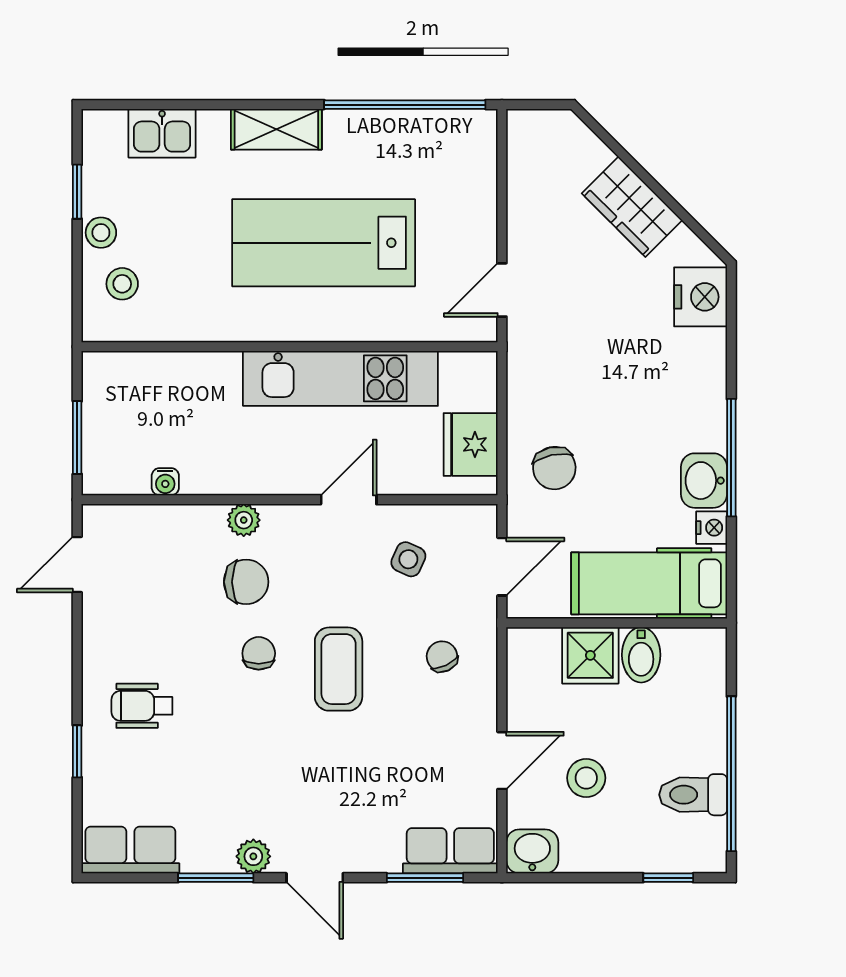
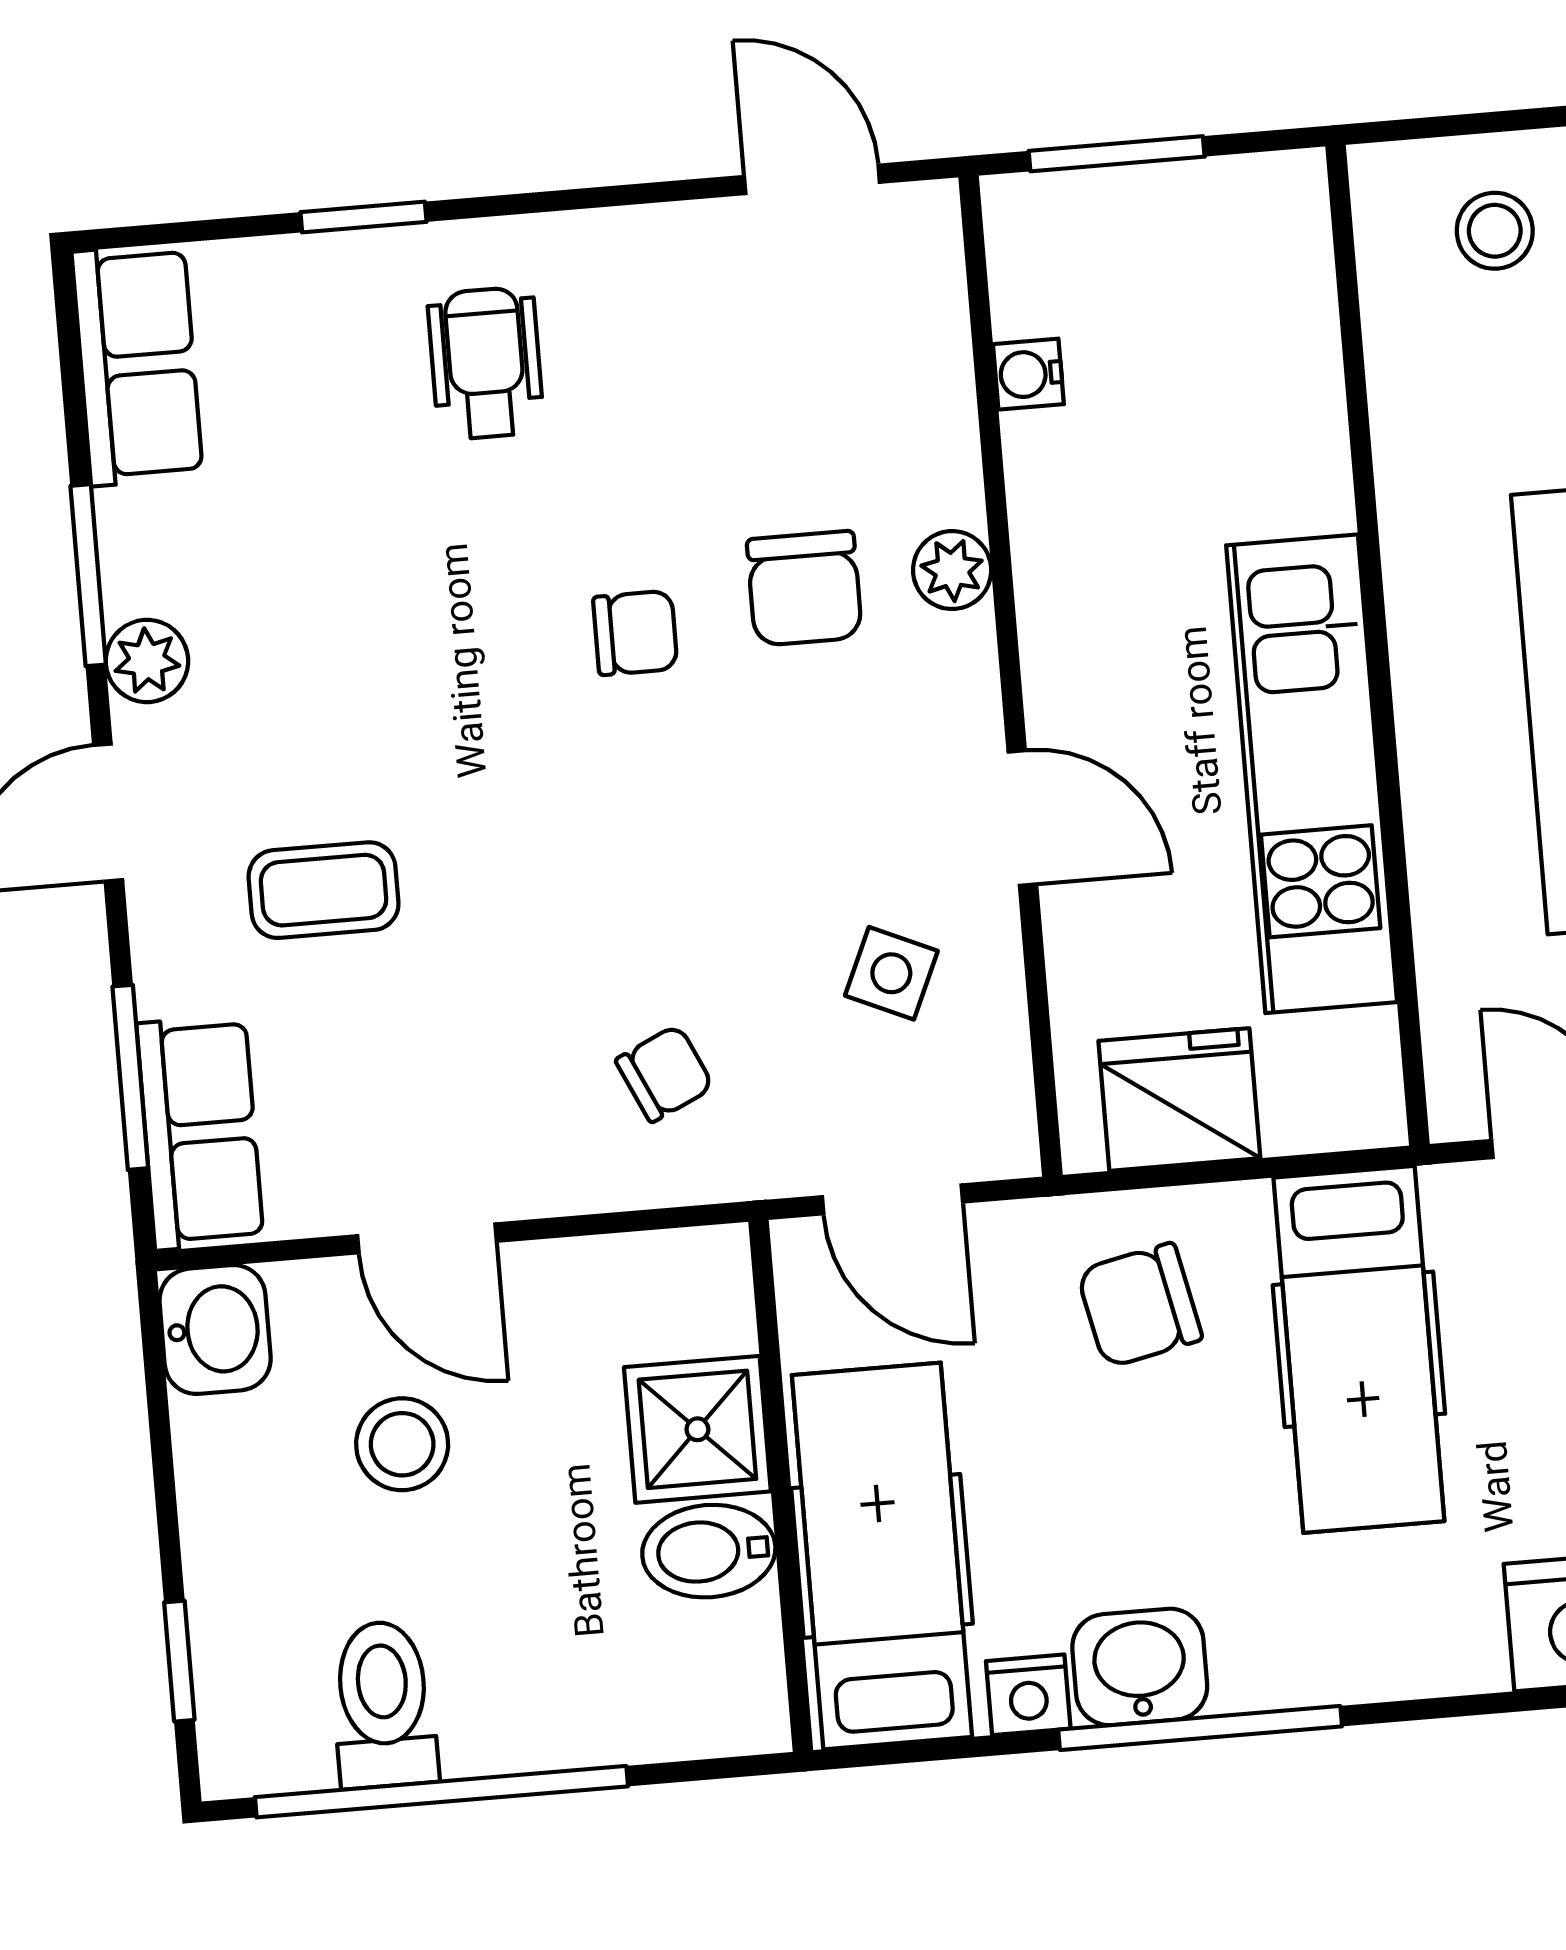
hospital bed: (580, 379) -> (1359, 1349), added
coffee table: (339, 669) -> (324, 890), moved, width x0.73, depth x0.77

